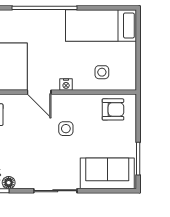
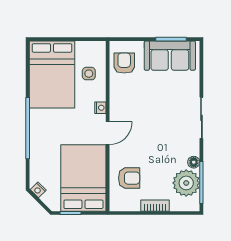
bed: (101, 26) -> (52, 74), width x1.50
side table: (66, 129) -> (142, 108), removed
sofa: (107, 173) -> (170, 56), moved, turned -90

